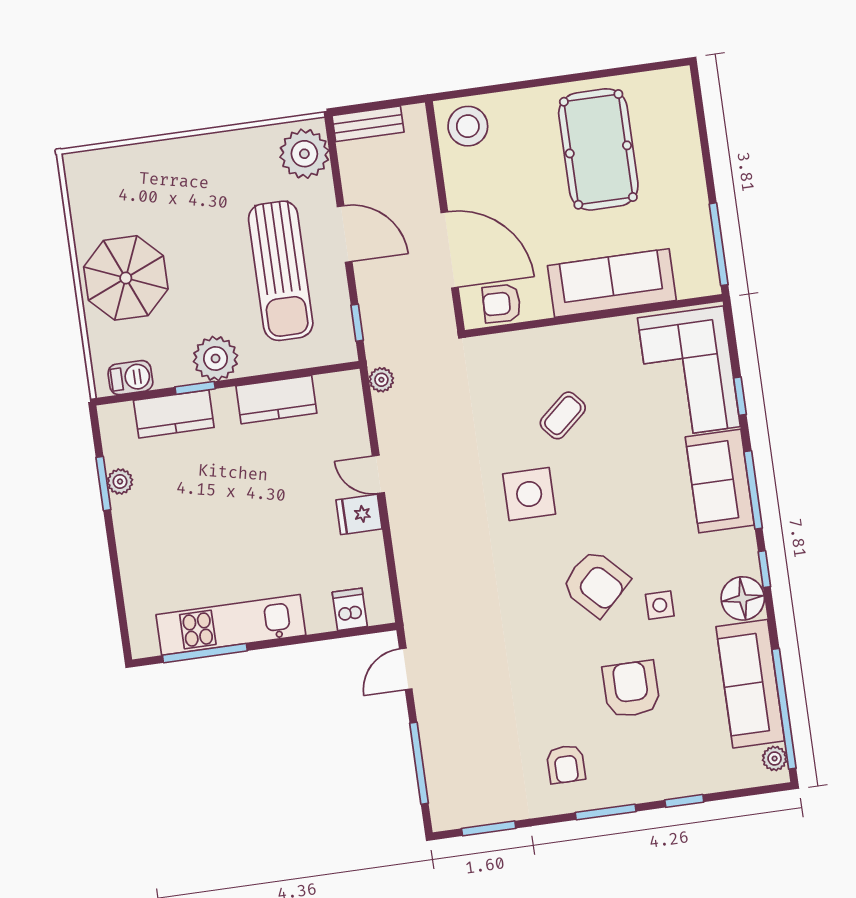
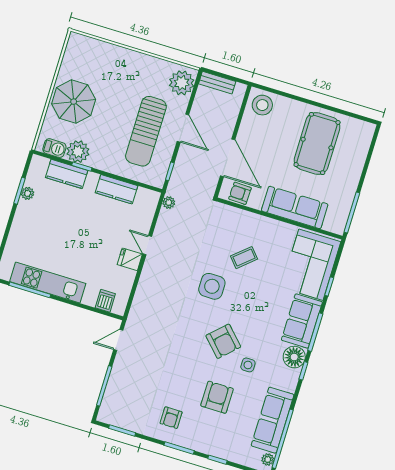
plant: (216, 359) -> (78, 152), moved
floor lamp: (743, 598) -> (294, 357), moved

